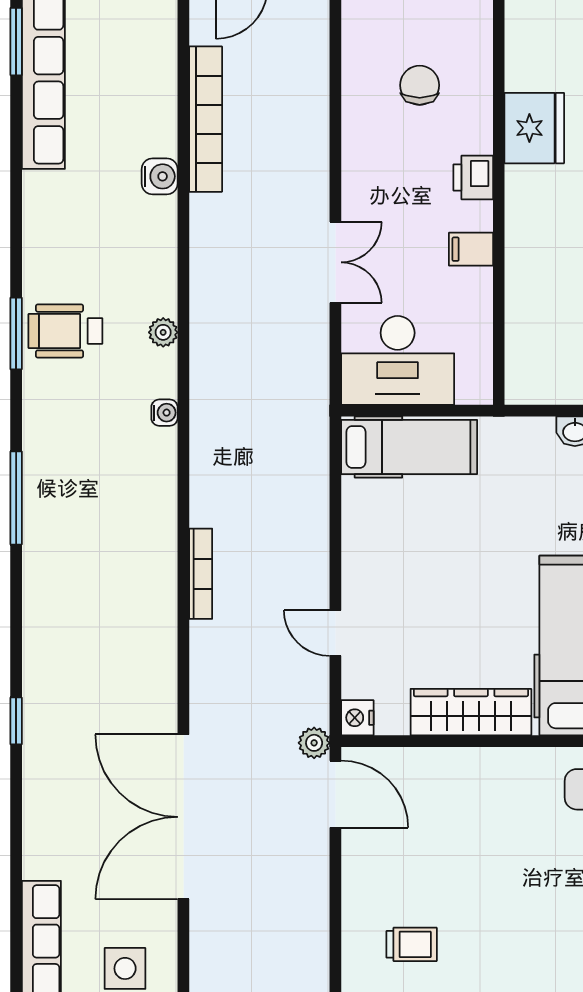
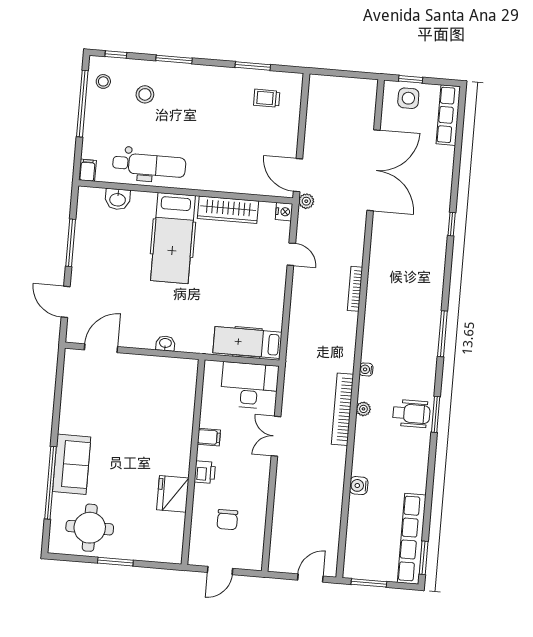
bookcase: (206, 119) -> (342, 409), moved

